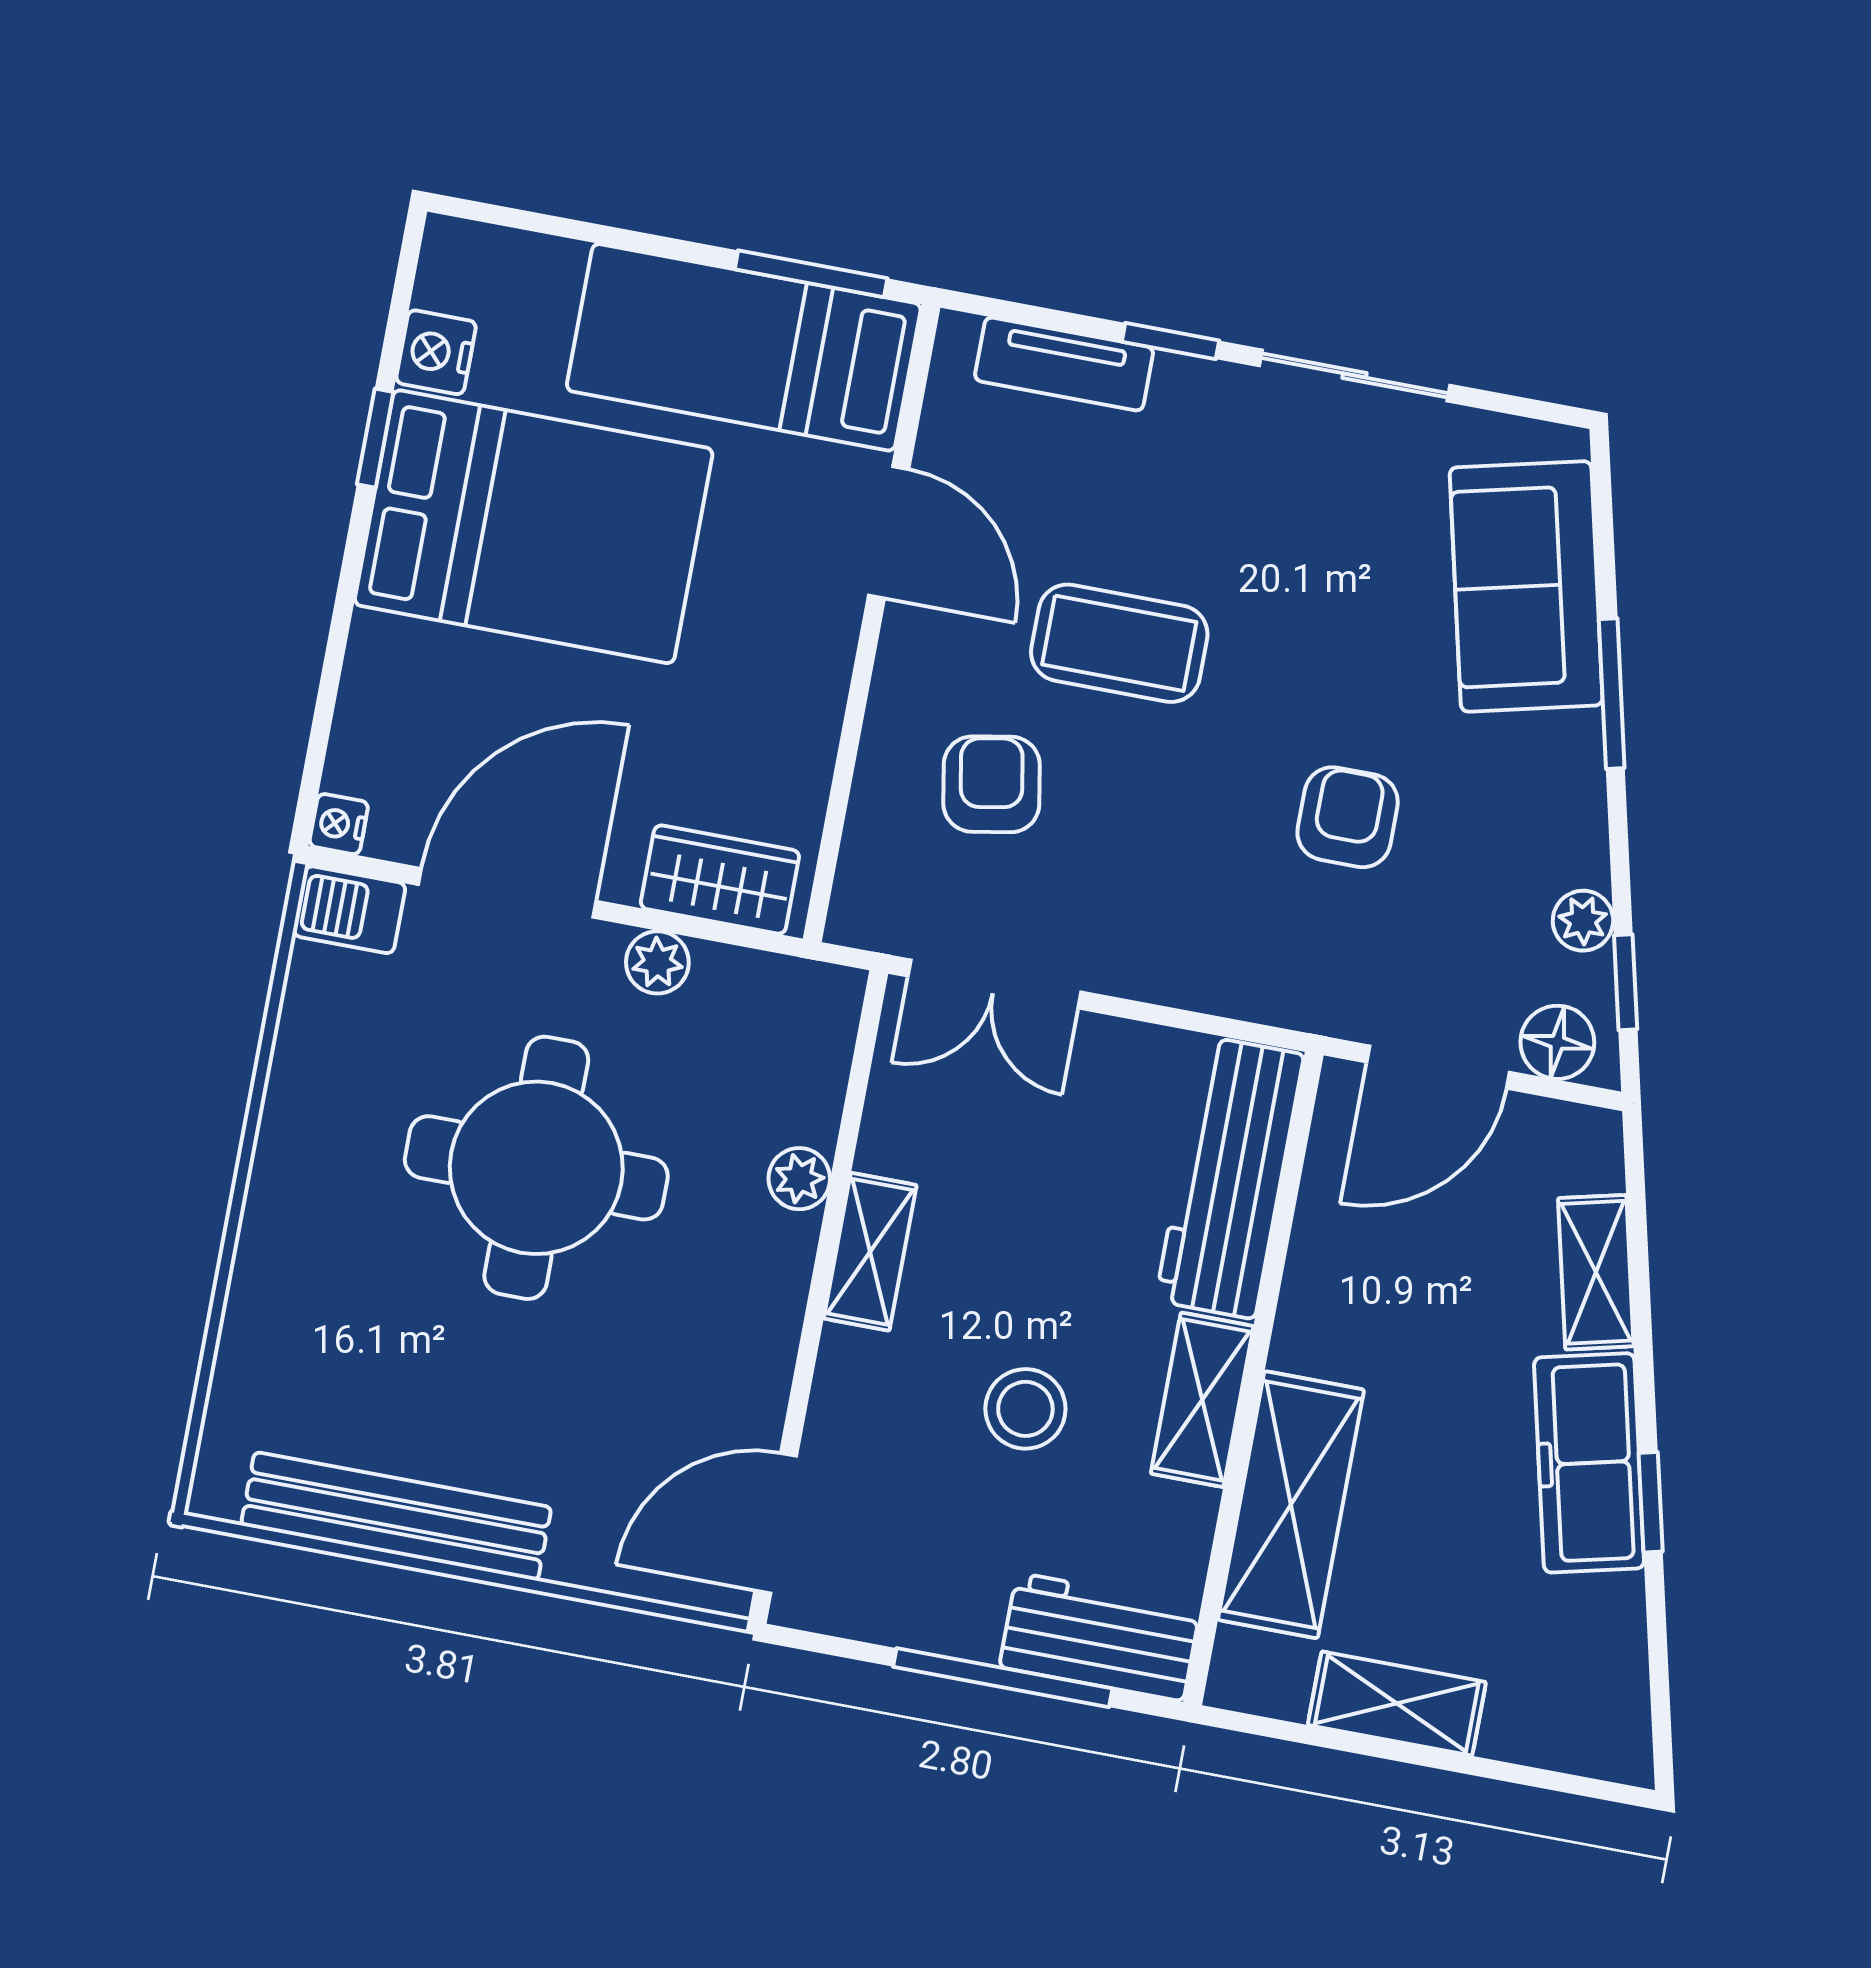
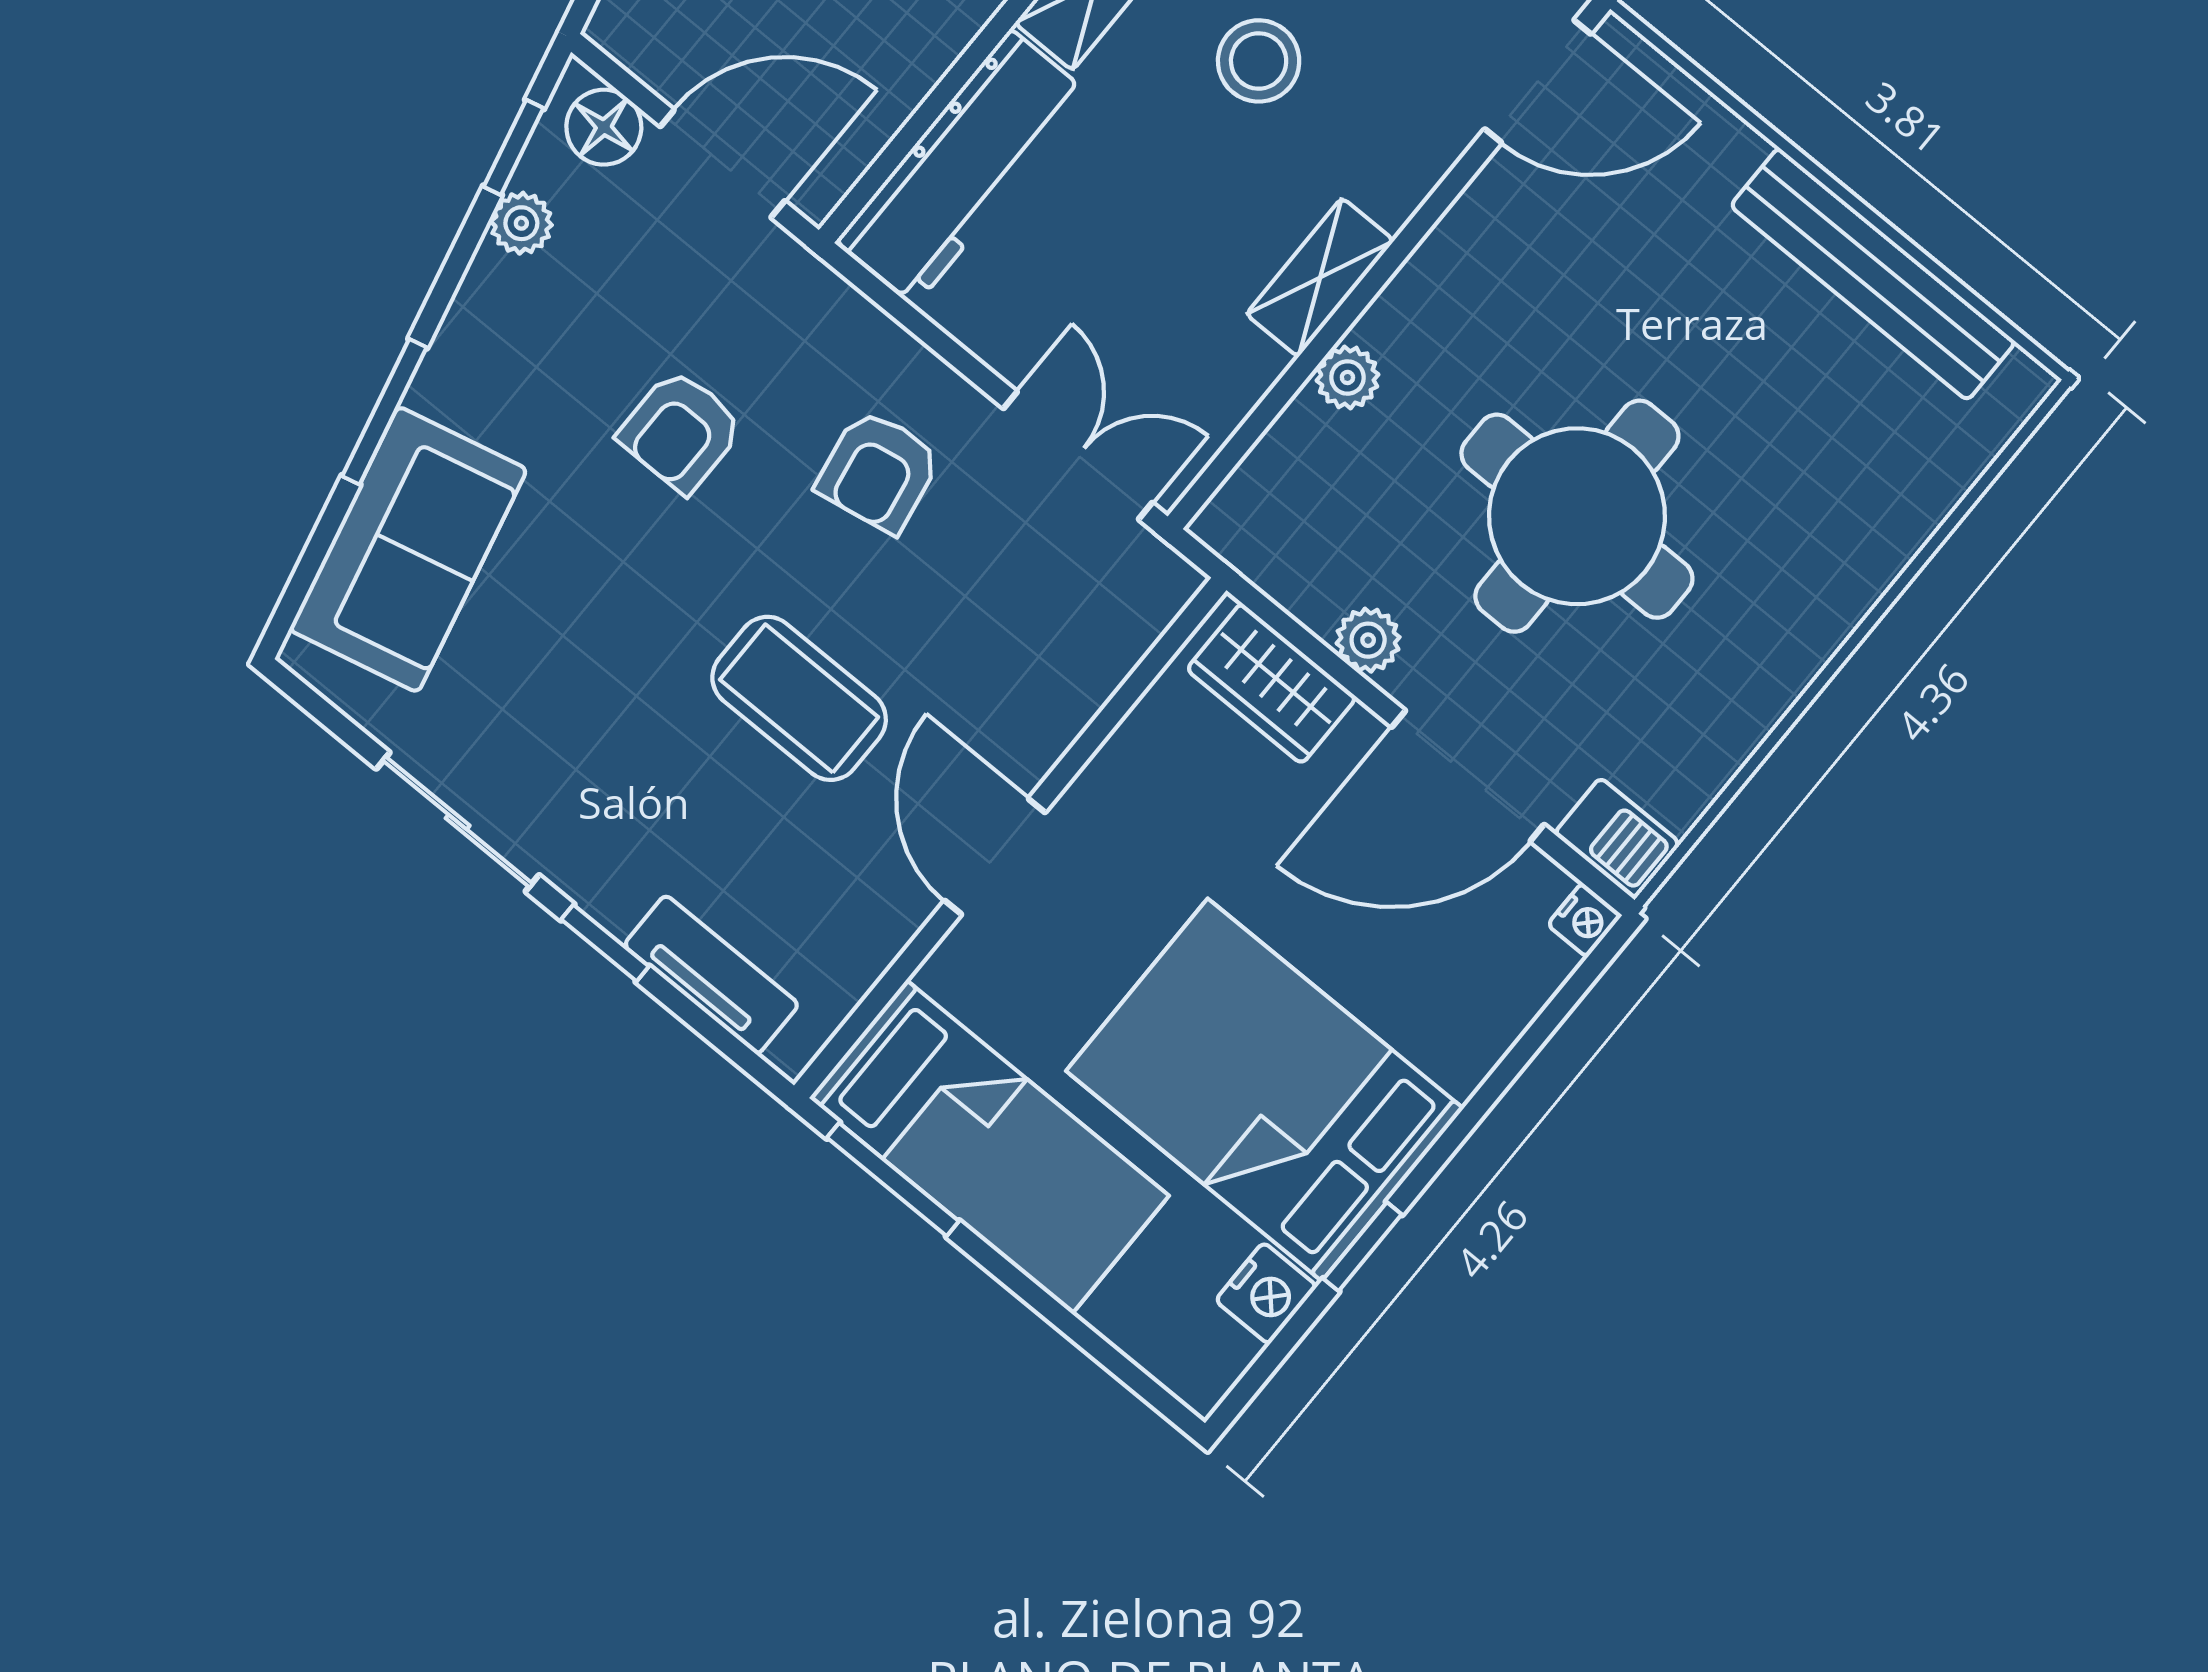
door: (889, 532) -> (995, 857), moved
armchair: (992, 784) -> (879, 471), moved

